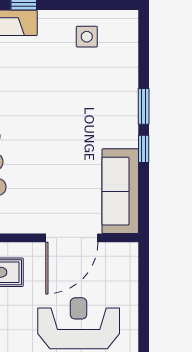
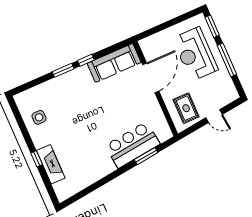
door: (72, 238) -> (151, 78), hinge flipped

